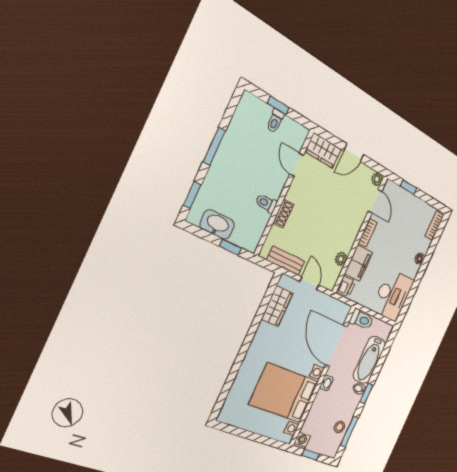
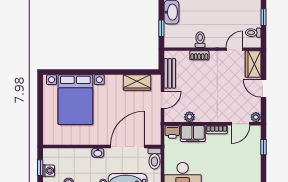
toilet: (275, 121) -> (253, 33), moved
bed with nightstands: (284, 393) -> (75, 100), moved, turned 180
washing machine: (302, 441) -> (49, 171), moved

